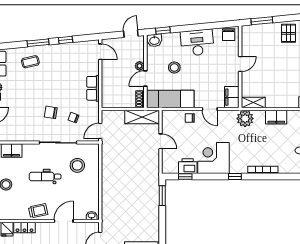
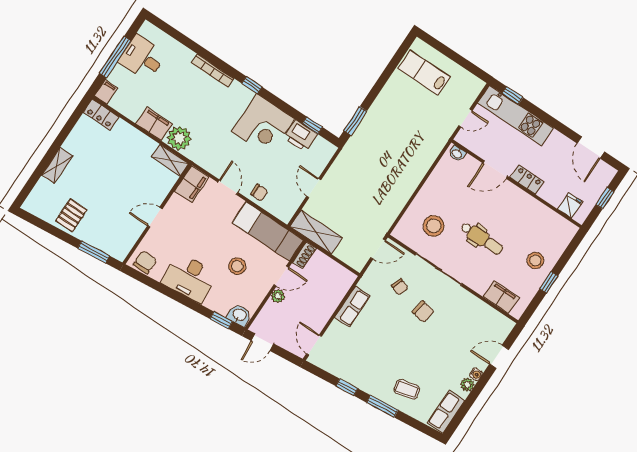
plant: (245, 119) -> (179, 138), moved
trolley: (38, 211) -> (518, 203), removed
locker: (24, 228) -> (527, 180), moved

